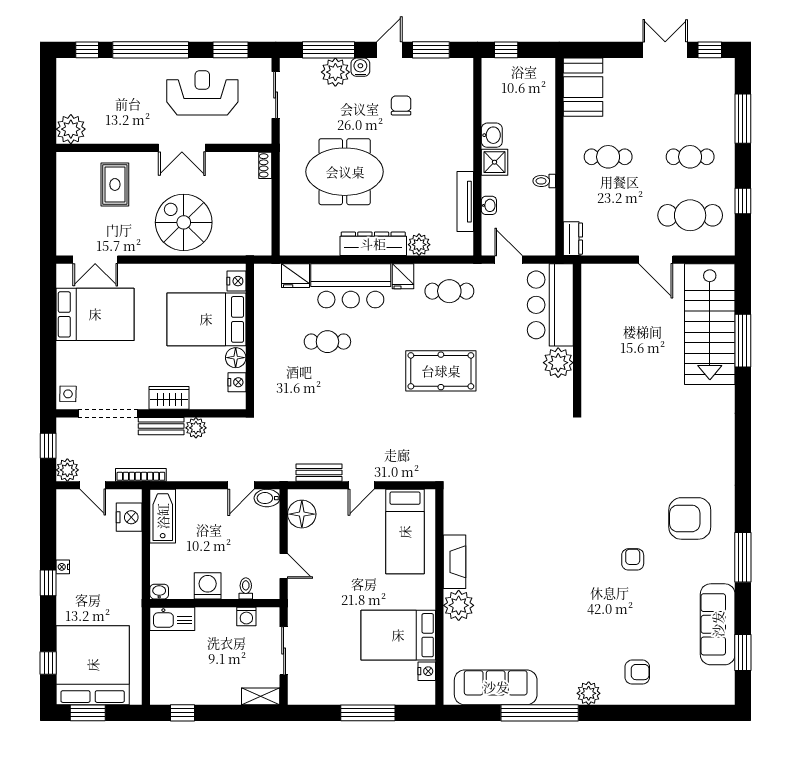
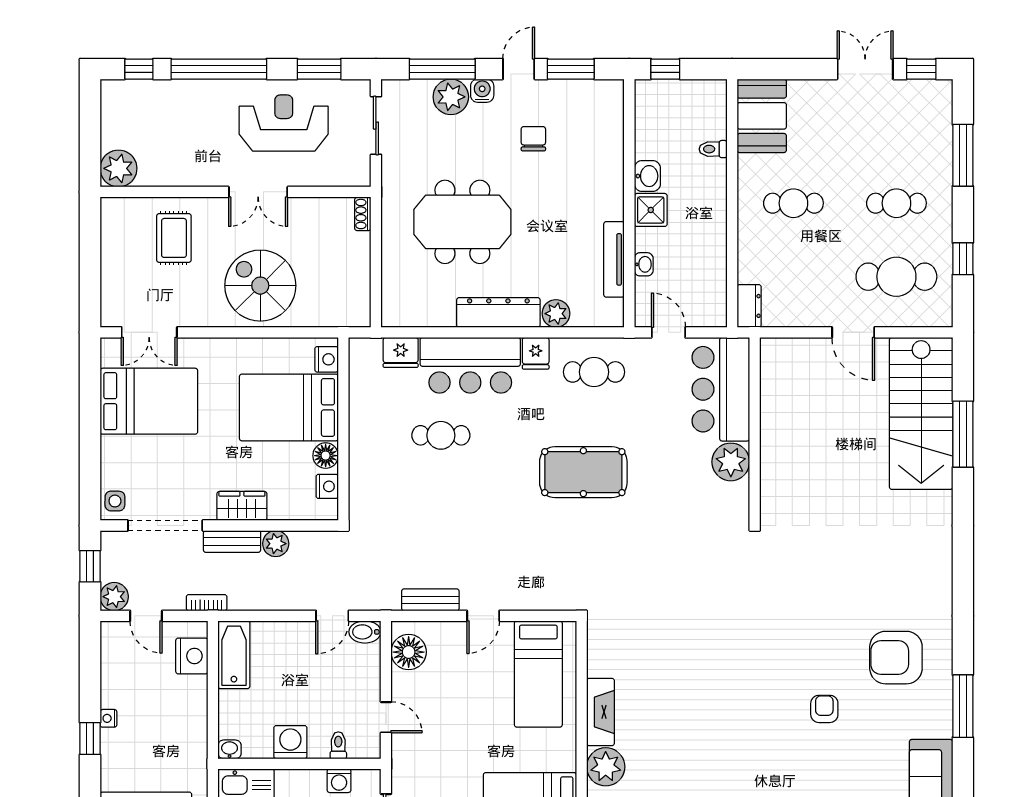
toilet: (544, 181) -> (713, 149), moved
bookcase: (141, 475) -> (207, 603), width x0.64

